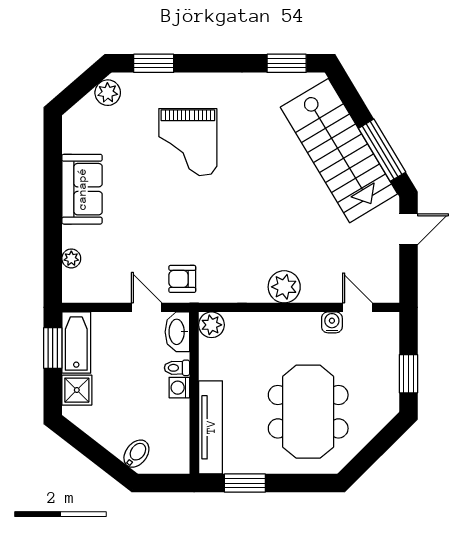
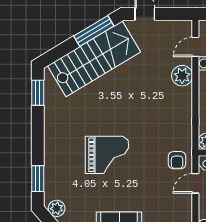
grand piano: (188, 142) -> (107, 155), moved
plant: (284, 287) -> (182, 76), moved

